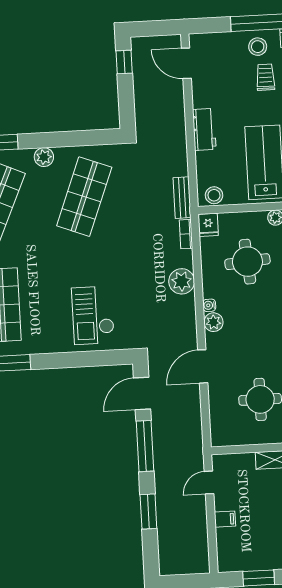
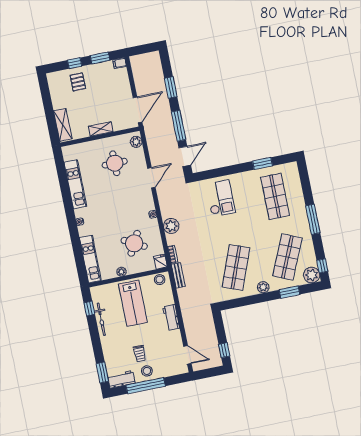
round table: (247, 262) -> (134, 243), turned 33
plant: (213, 322) -> (136, 142), moved
door: (209, 483) -> (138, 110), width x1.88
filing cabinet: (225, 519) -> (120, 63), moved

